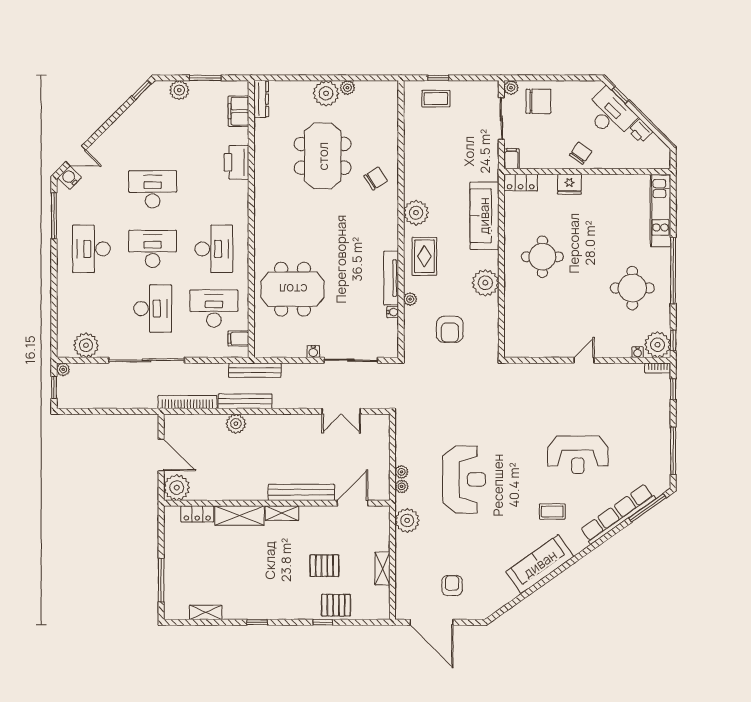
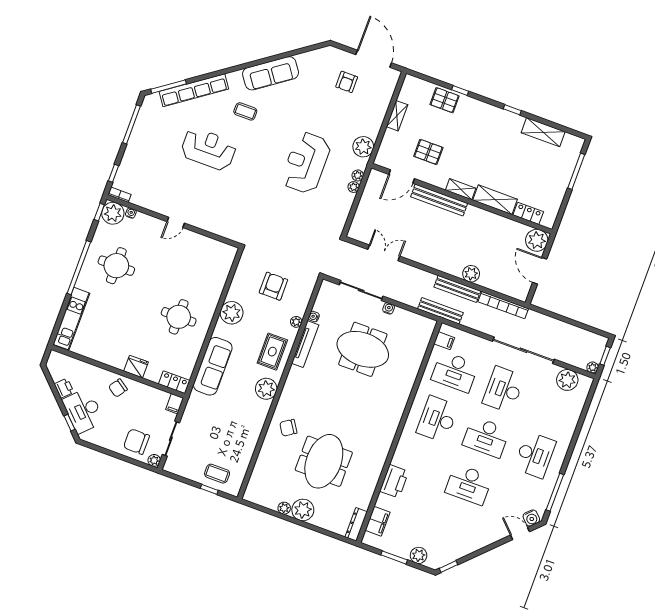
meeting table: (293, 289) -> (363, 349), moved
pallet: (324, 566) -> (428, 152), moved
shelving: (206, 612) -> (543, 132), width x1.50, depth x1.33

